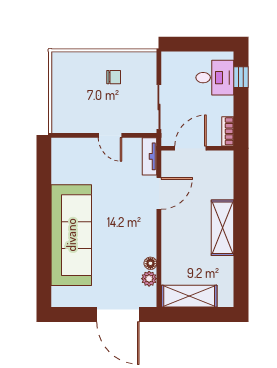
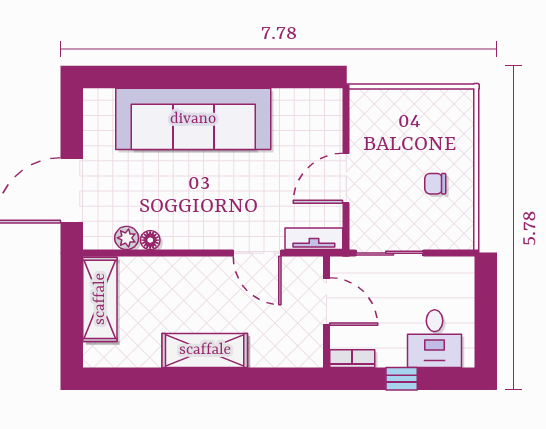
chair: (114, 77) -> (435, 184), turned 90
window: (241, 77) -> (402, 379), moved
door: (110, 135) -> (346, 178), width x1.38

